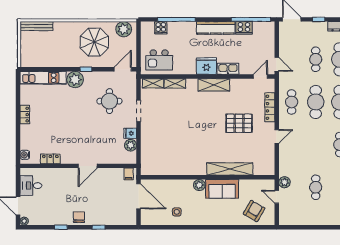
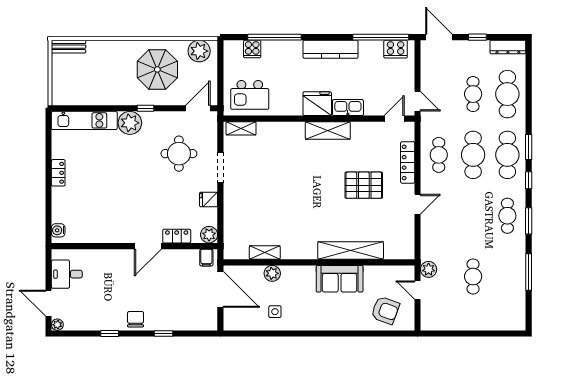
bench: (36, 26) -> (69, 47), width x0.73
cooker: (244, 28) -> (396, 49), moved
shelving: (175, 83) -> (265, 253), moved
plant: (131, 145) -> (209, 235), moved
locker: (50, 159) -> (177, 236), moved
plant: (199, 185) -> (272, 273), moved
armchair: (254, 211) -> (385, 310), turned 80

